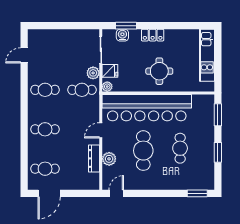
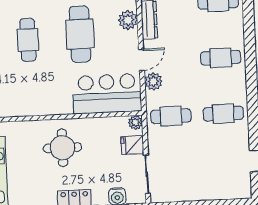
plant: (93, 73) -> (153, 81), moved
bar counter: (147, 108) -> (107, 94), width x0.54

